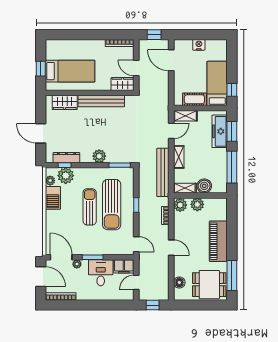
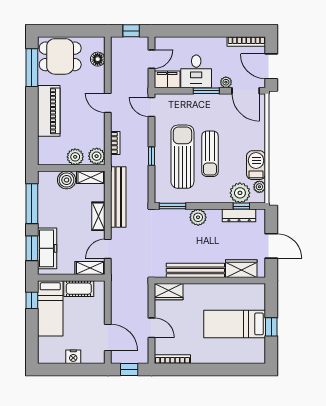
wardrobe: (123, 84) -> (169, 292), moved
wall: (90, 93) -> (210, 281), moved
bench: (101, 101) -> (195, 270), moved
wardrobe: (65, 102) -> (241, 269), moved

